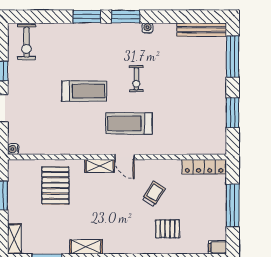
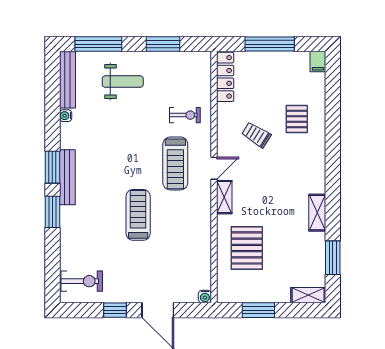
water cooler: (147, 28) -> (66, 116), moved
bench: (117, 30) -> (67, 177), added
weight bench: (200, 78) -> (123, 82), added
exercise bike: (136, 79) -> (185, 115), moved
pallet: (55, 185) -> (247, 248), turned 90

